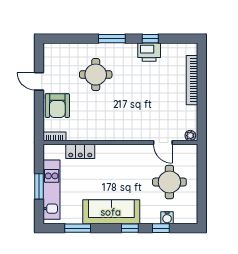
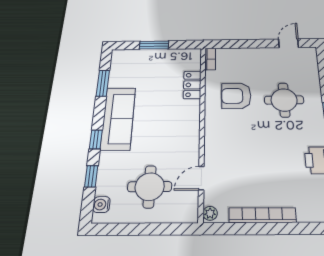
bookcase: (192, 80) -> (262, 215), moved
door: (39, 81) -> (288, 43), moved
armchair: (57, 106) -> (236, 96), moved
kitchen unit: (52, 190) -> (150, 57), removed
water cooler: (167, 218) -> (101, 205), moved

